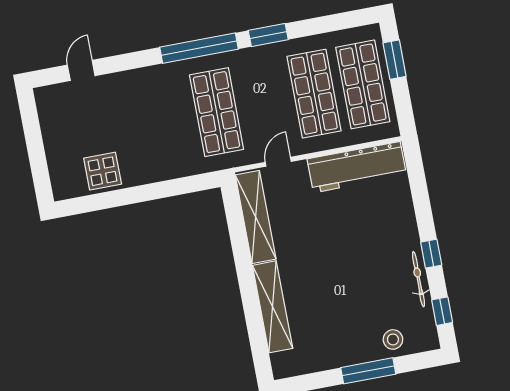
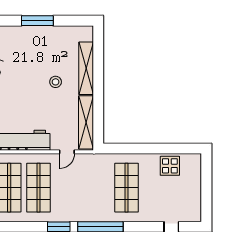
shop shelf: (217, 112) -> (127, 188), moved
stool: (393, 339) -> (56, 82), moved

